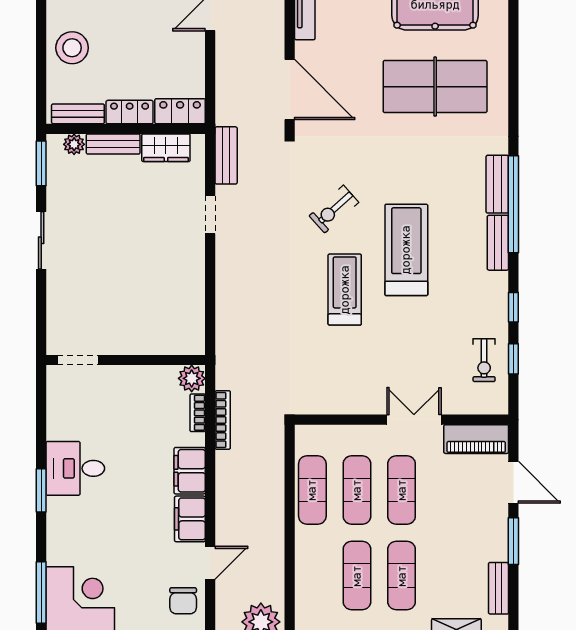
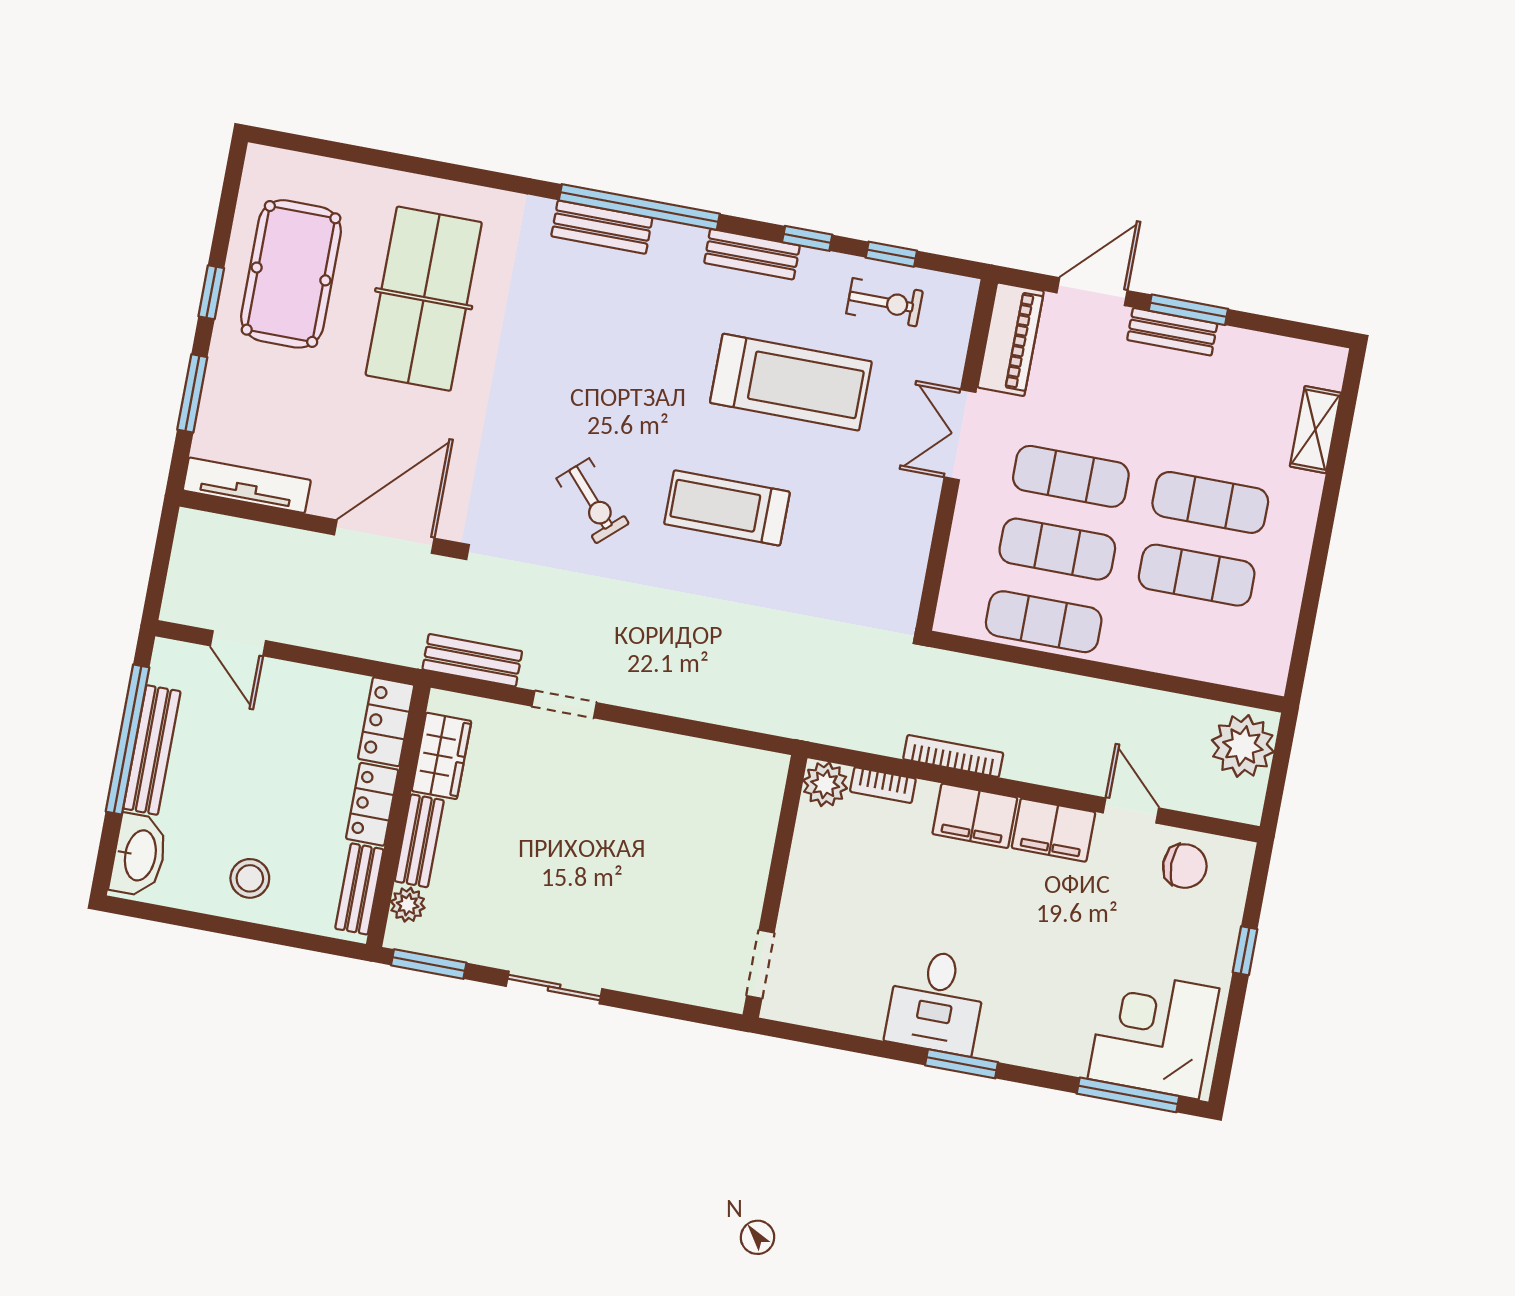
stool: (72, 48) -> (250, 878), width x0.73, depth x0.73
bench: (498, 243) -> (752, 254), moved
treadmill: (406, 250) -> (791, 382), moved, turned 180
bookcase: (223, 420) -> (953, 756), moved
bench: (499, 588) -> (1172, 332), moved

